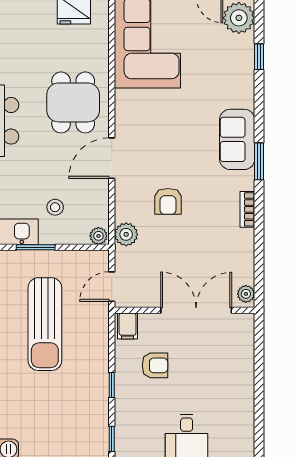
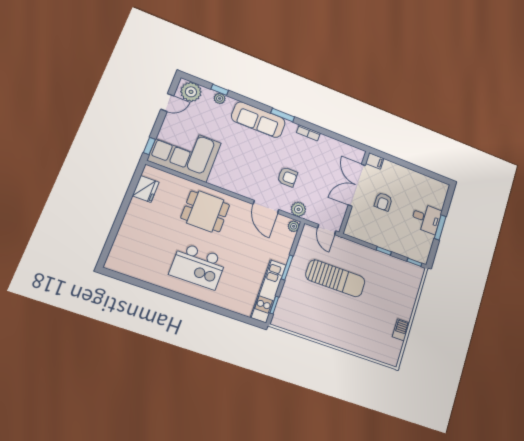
sofa: (237, 139) -> (258, 120), width x1.36
door: (112, 158) -> (266, 207), moved
stool: (55, 207) -> (267, 246), removed
plant: (246, 294) -> (220, 98), moved
filing cabinet: (128, 326) -> (375, 161), moved
armchair: (155, 365) -> (383, 202), moved, turned 180

